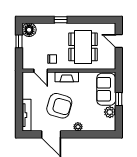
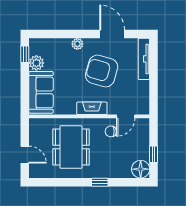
door: (41, 71) -> (126, 116), swing flipped
window: (119, 99) -> (25, 54), moved

